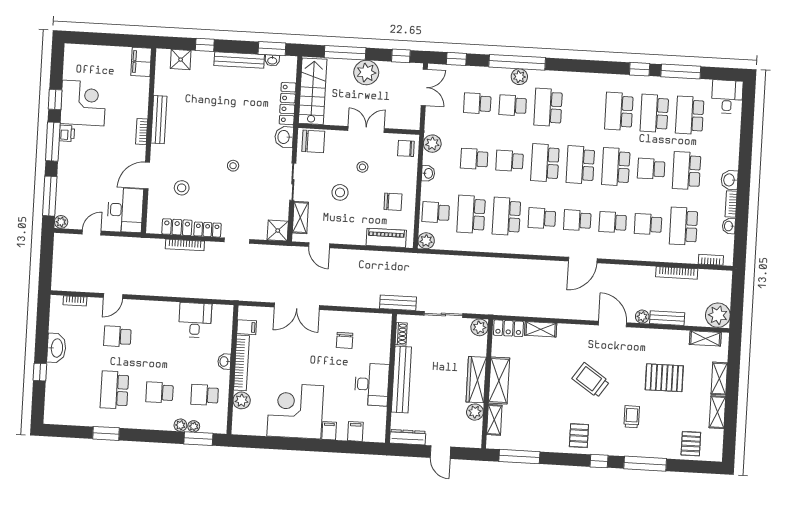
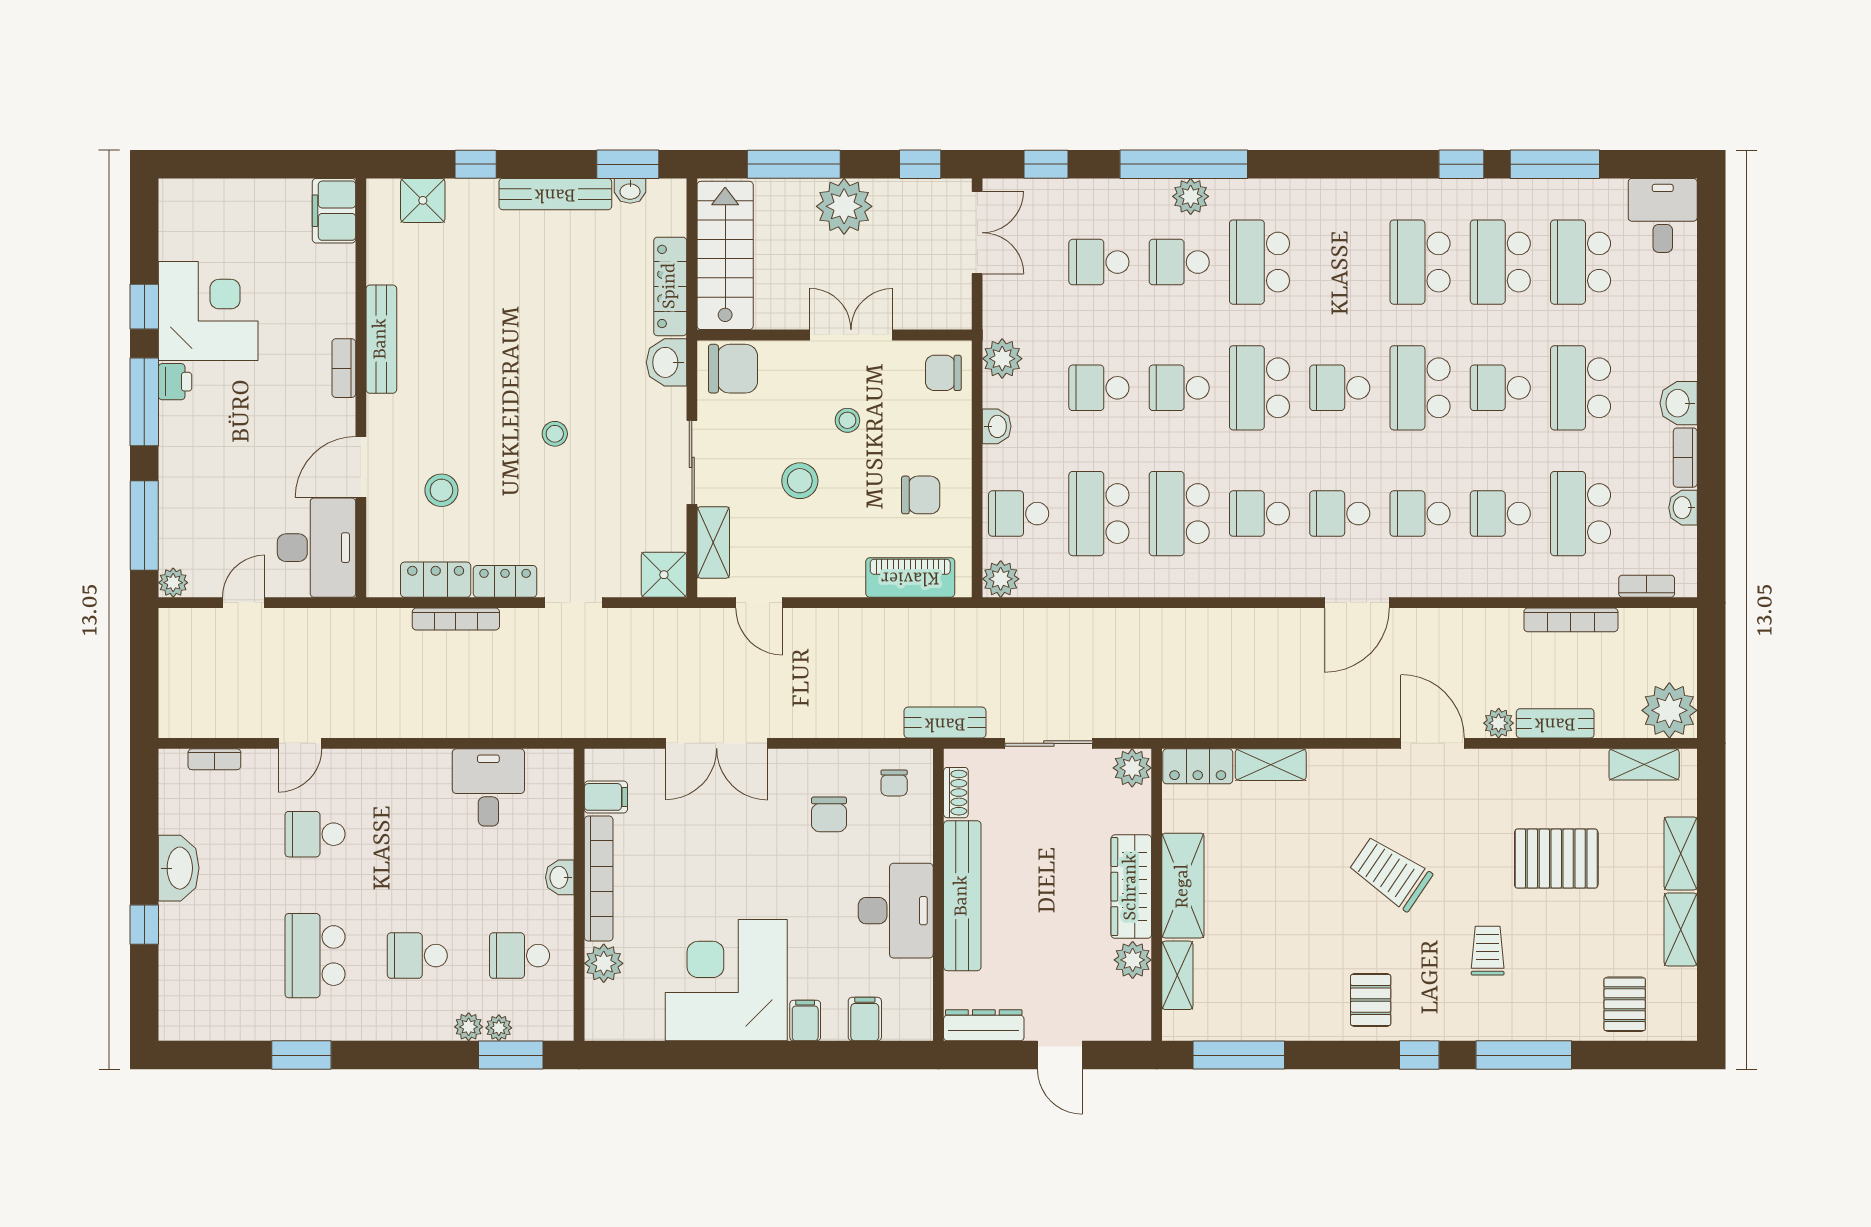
school desk: (580, 165) -> (1340, 388), width x0.54
chair: (374, 328) -> (894, 783), added

